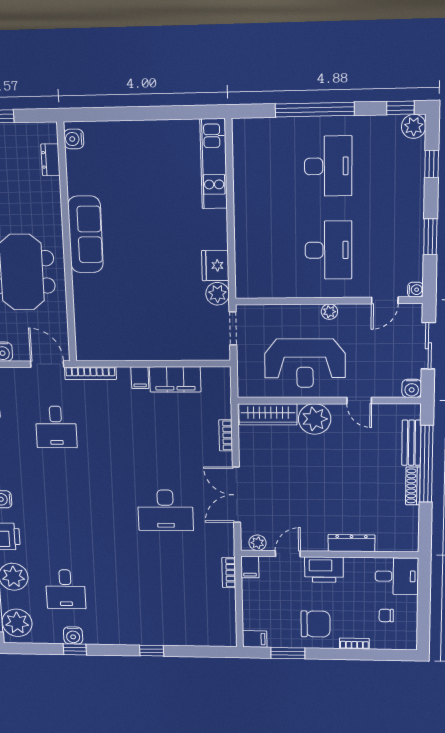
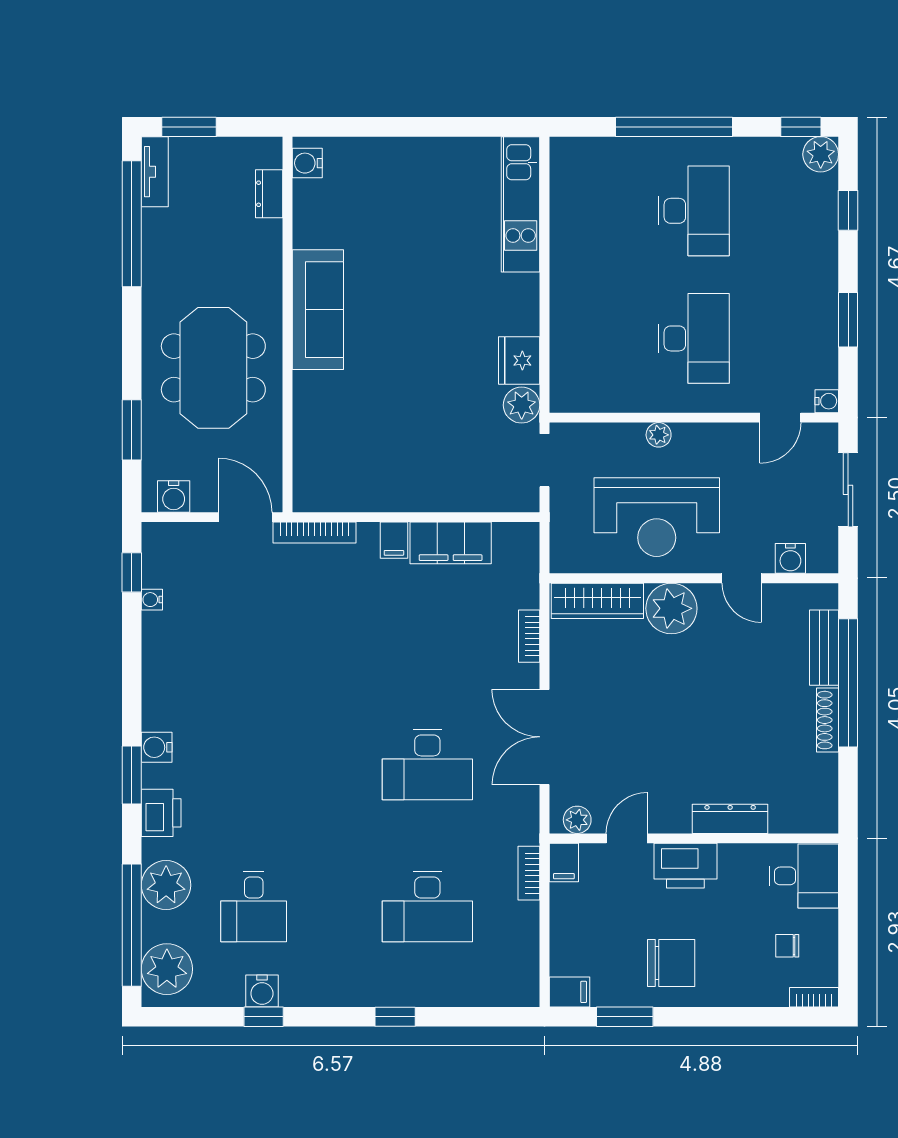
plant: (329, 312) -> (659, 435), moved
water cooler: (412, 388) -> (790, 558), moved
desk: (56, 427) -> (427, 907), moved, width x1.37
bookcase: (354, 644) -> (814, 997), moved

